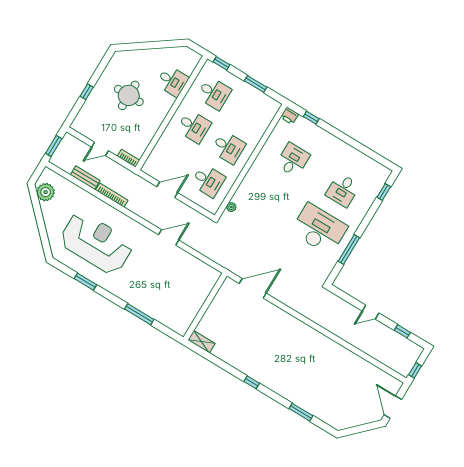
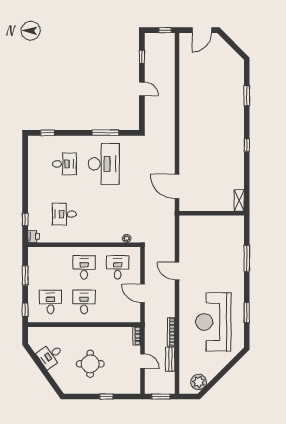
desk: (172, 81) -> (50, 356), moved, turned -125
desk: (319, 229) -> (104, 164), turned 180

